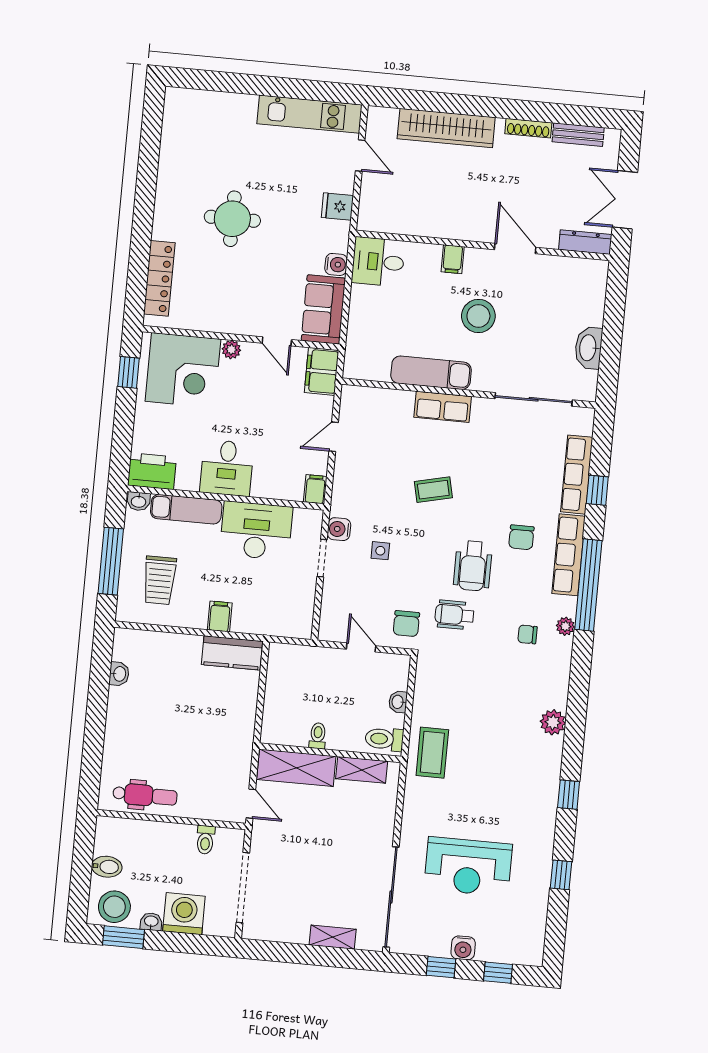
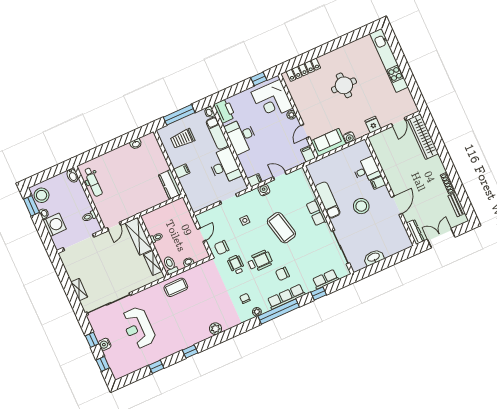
kitchen unit: (309, 114) -> (389, 60), moved, width x1.36
wardrobe: (446, 128) -> (423, 137), moved
desk: (378, 262) -> (367, 170), moved, turned 90
filing cabinet: (322, 371) -> (308, 154), width x0.50
desk: (227, 468) -> (241, 136), width x1.37
row of seats: (577, 475) -> (325, 279), width x0.68
coffee table: (433, 490) -> (281, 228), width x1.86, depth x1.72
water cooler: (339, 529) -> (264, 190), moved
wheelchair: (473, 566) -> (260, 261), turned 180
bidet: (107, 867) -> (72, 176), moved

